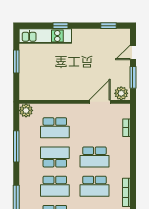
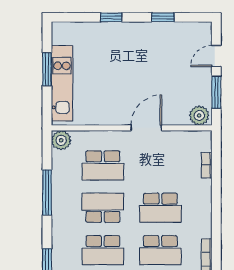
window: (109, 26) -> (163, 17), moved
kitchen unit: (45, 36) -> (62, 83), moved, turned -90
door: (100, 102) -> (146, 128), moved

